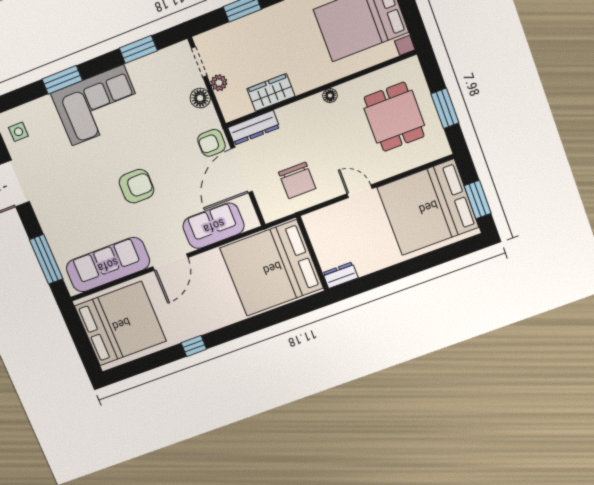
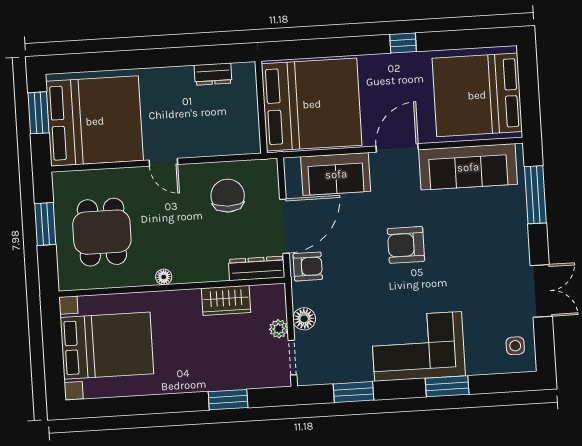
wall: (312, 253) -> (261, 107), moved
bed: (272, 268) -> (312, 104), moved

